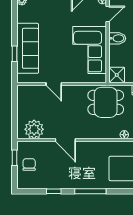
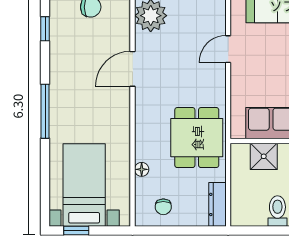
shower: (117, 75) -> (264, 156), moved
window: (54, 191) -> (45, 29), moved

